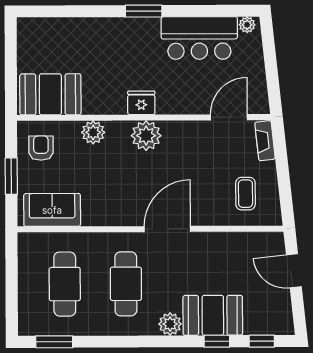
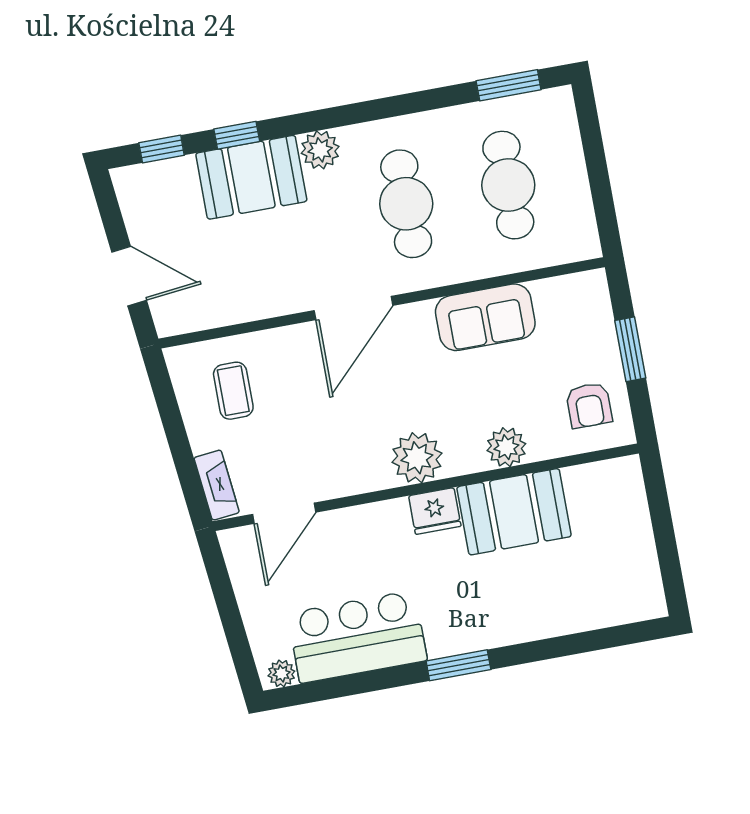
booth: (50, 94) -> (514, 512), moved
sofa: (52, 210) -> (485, 317), moved

